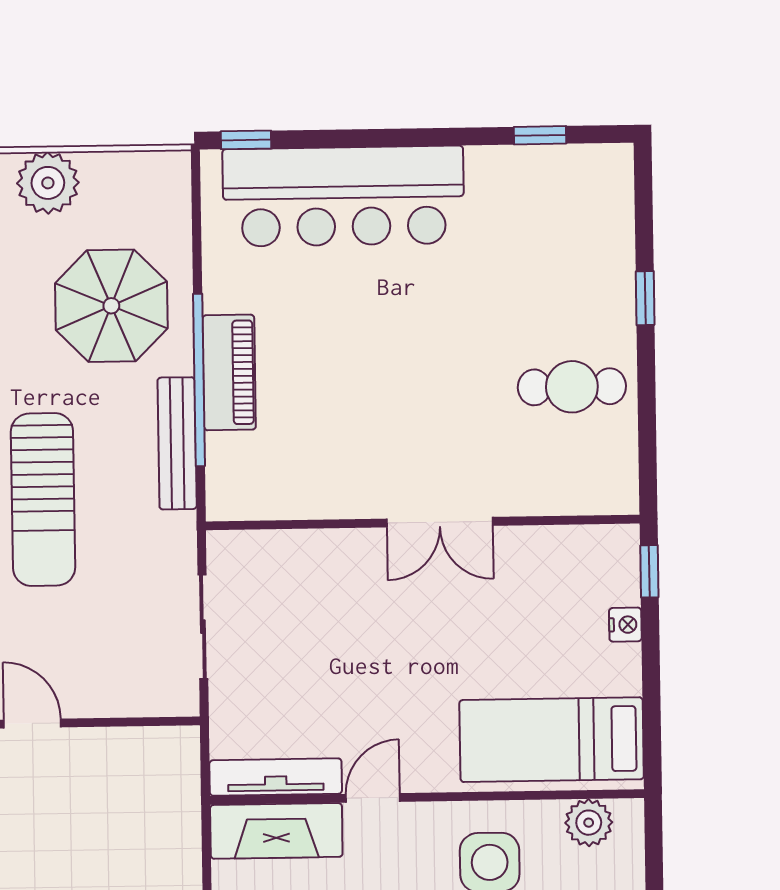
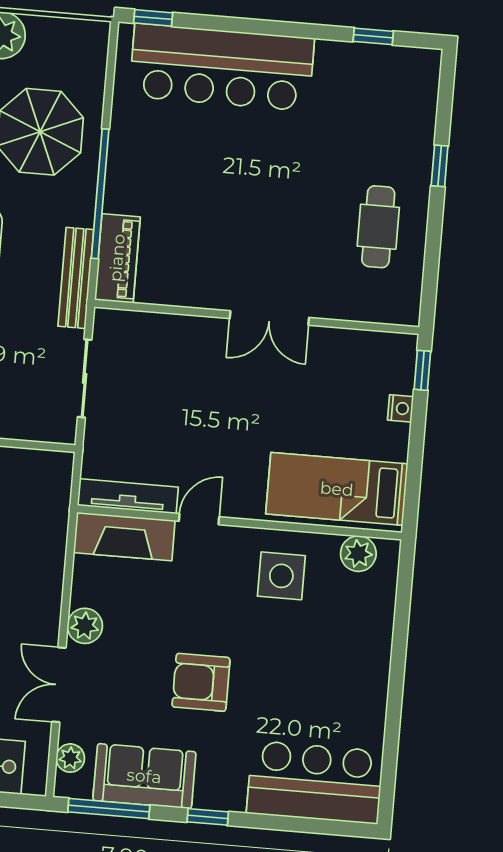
piano: (229, 372) -> (117, 258), moved
cafe table: (572, 387) -> (378, 227), turned 90
bench: (177, 443) -> (76, 278), moved

